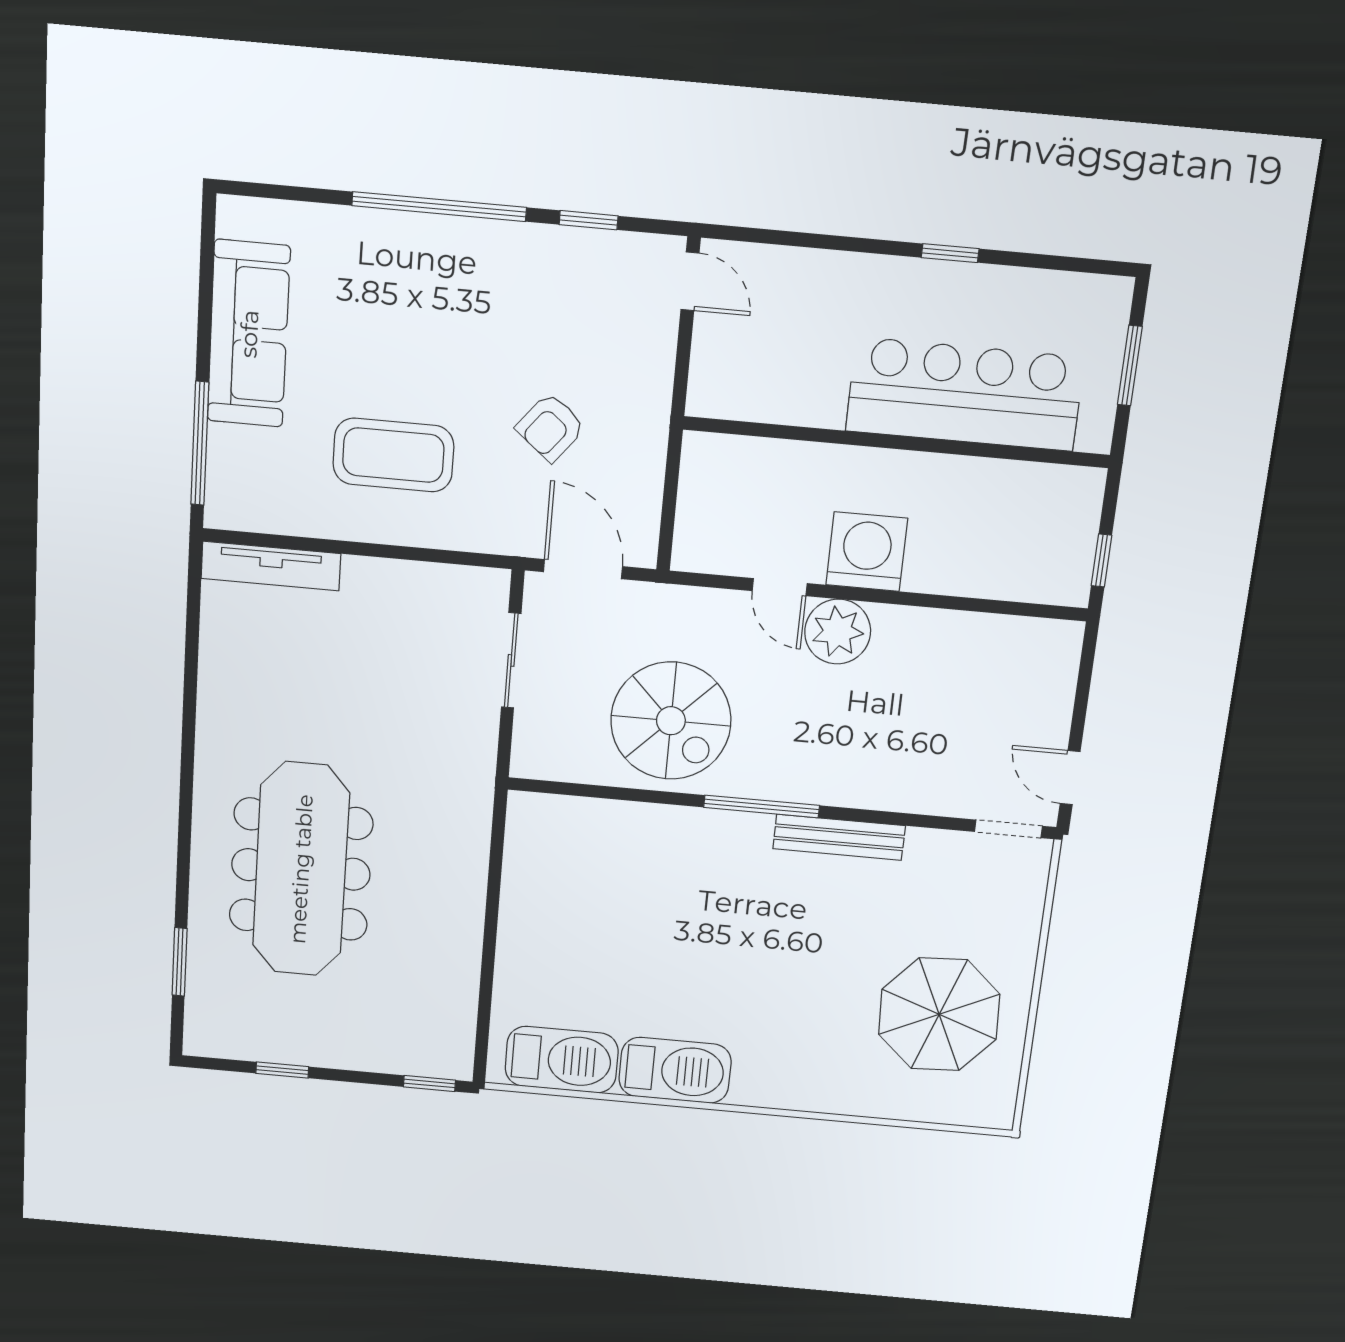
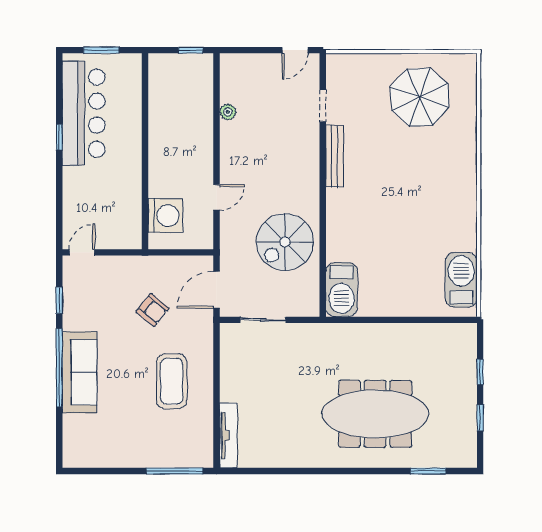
sofa: (249, 334) -> (80, 372), moved, turned 90
bar counter: (965, 394) -> (84, 113), moved, turned 180
washing machine: (867, 552) -> (165, 216), moved, turned 180
plant: (838, 632) -> (228, 112), moved, width x0.53, depth x0.53
spiral stairs: (671, 721) -> (285, 242), turned 180
window: (762, 806) -> (323, 195), removed
doorway: (1008, 829) -> (323, 106), moved
barbecue: (675, 1070) -> (342, 290), moved, turned 180
window: (429, 1083) -> (480, 372), moved

